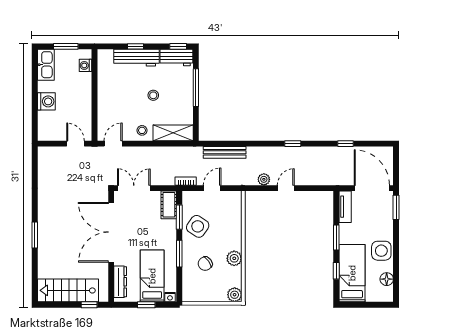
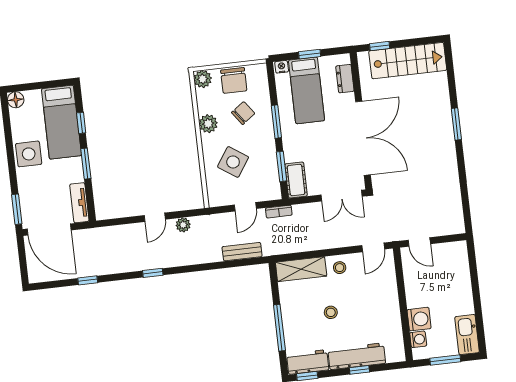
washing machine: (46, 101) -> (419, 319), moved, turned 180
bench: (225, 152) -> (242, 252), width x0.73
side table: (198, 226) -> (233, 162), moved
floor lamp: (387, 279) -> (16, 100), moved
dresser: (120, 282) -> (345, 79), width x0.70
chair: (210, 291) -> (234, 80), added

